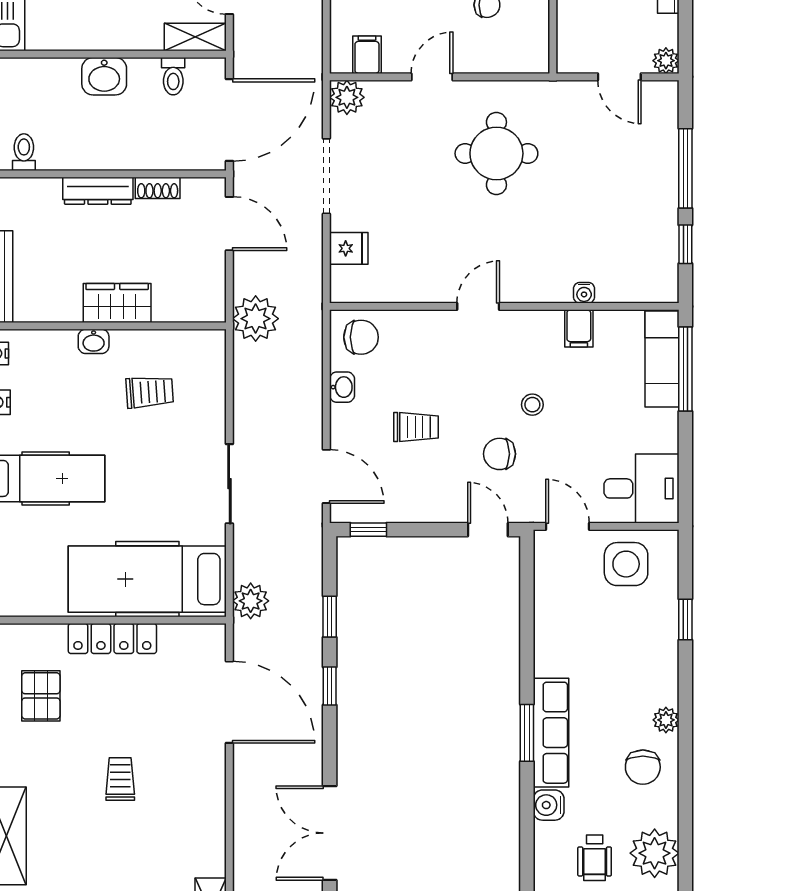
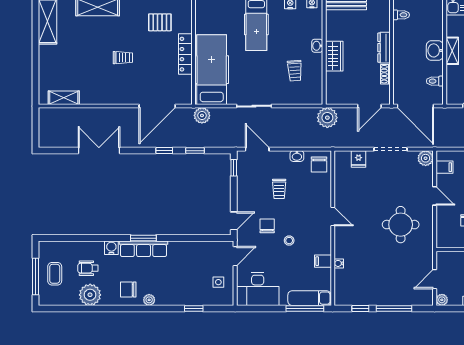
shelving: (195, 37) -> (452, 51), moved
door: (326, 476) -> (257, 149), swing flipped
desk: (642, 488) -> (258, 289), width x1.37
side table: (626, 564) -> (218, 282), width x0.54, depth x0.54

